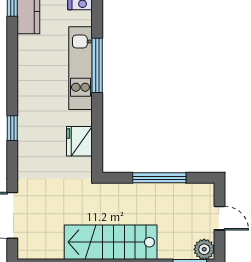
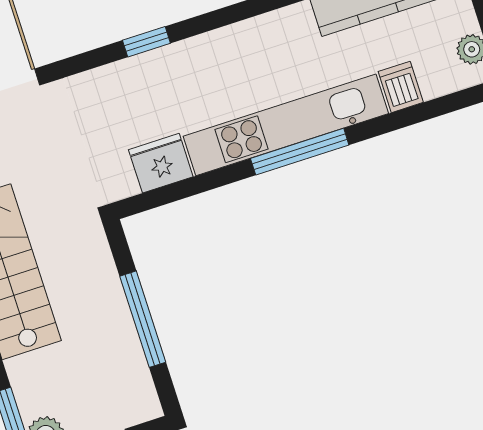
kitchen unit: (81, 68) -> (286, 125), width x1.36

